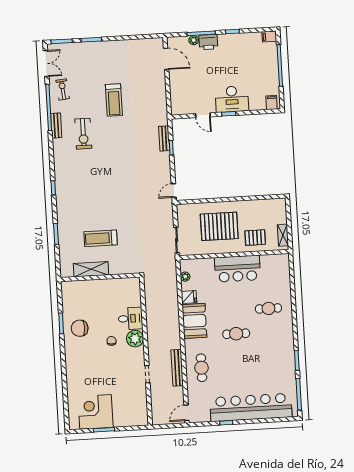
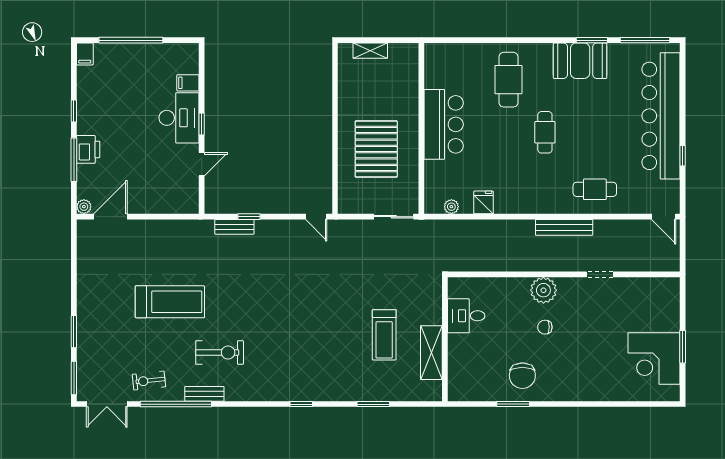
plant: (194, 40) -> (84, 207), moved
double door: (46, 63) -> (107, 404), swing flipped
treadmill: (114, 100) -> (170, 302), width x1.37, depth x1.38
filing cabinet: (272, 103) -> (188, 83), moved
shelving: (283, 235) -> (370, 51), moved
pallet: (255, 238) -> (397, 94), removed
cafe table: (268, 308) -> (508, 80), width x1.37, depth x1.35
desk: (130, 318) -> (466, 316), moved, turned -90
booth: (194, 321) -> (580, 61), moved
bench: (177, 368) -> (564, 227), moved

